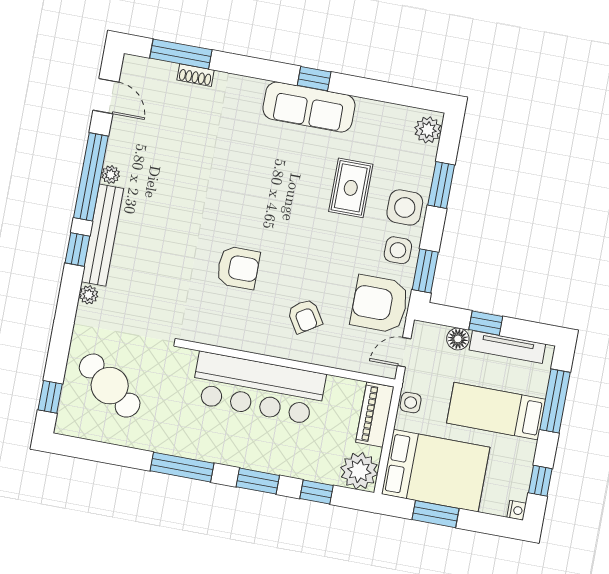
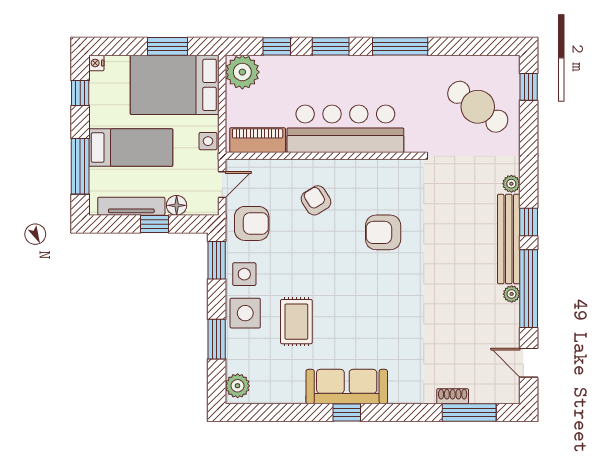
armchair: (380, 304) -> (252, 223), width x0.73, depth x0.73
piano: (375, 415) -> (258, 140), moved, turned -90

